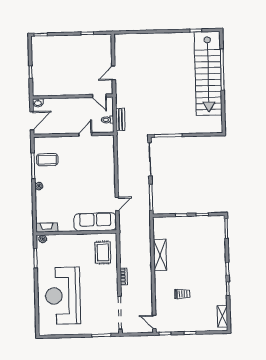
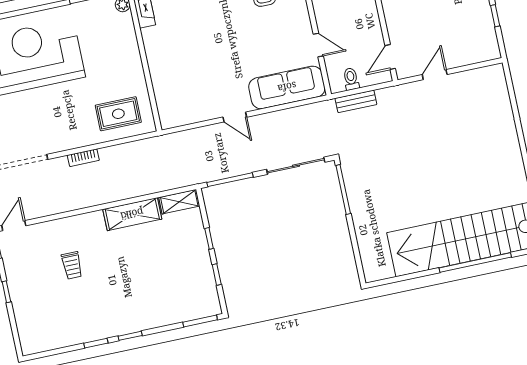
door: (114, 73) -> (435, 75), hinge flipped
door: (117, 204) -> (235, 117), moved
sofa: (95, 222) -> (287, 87), moved, turned -90
shelving: (222, 316) -> (179, 202), moved

